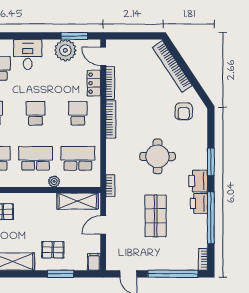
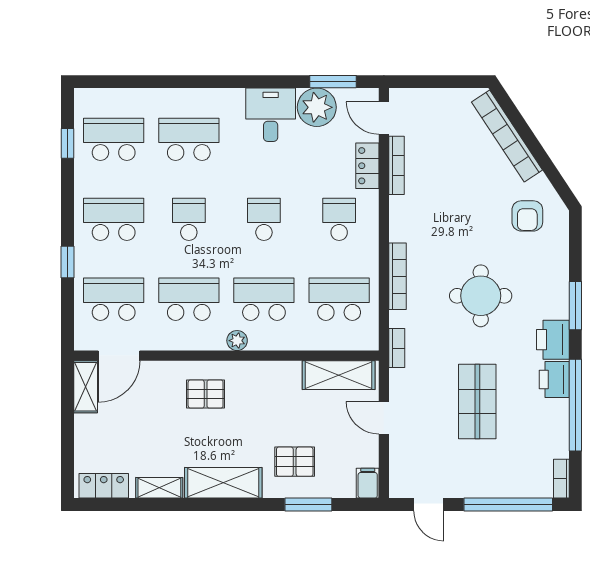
desk: (28, 54) -> (271, 115), moved
bookcase: (111, 119) -> (398, 276), moved
plant: (54, 182) -> (237, 341), moved
door: (103, 225) -> (384, 418), hinge flipped

